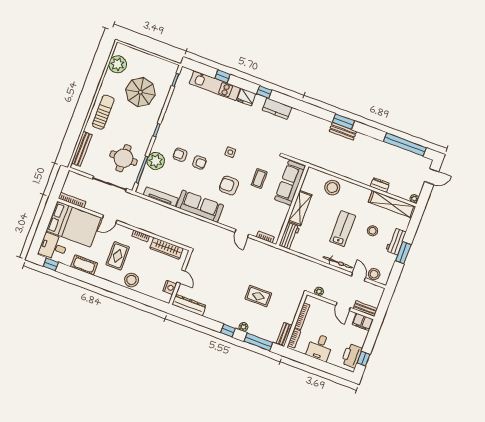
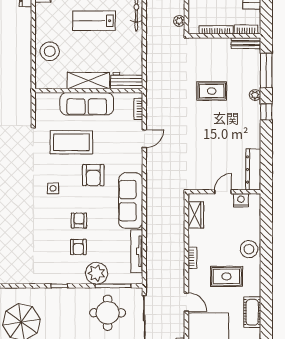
coffee table: (259, 179) -> (71, 142), width x1.86, depth x1.72
sofa: (290, 183) -> (87, 104), moved
wardrobe: (167, 248) -> (196, 215), width x0.67
rug: (258, 296) -> (212, 91), turned 90

